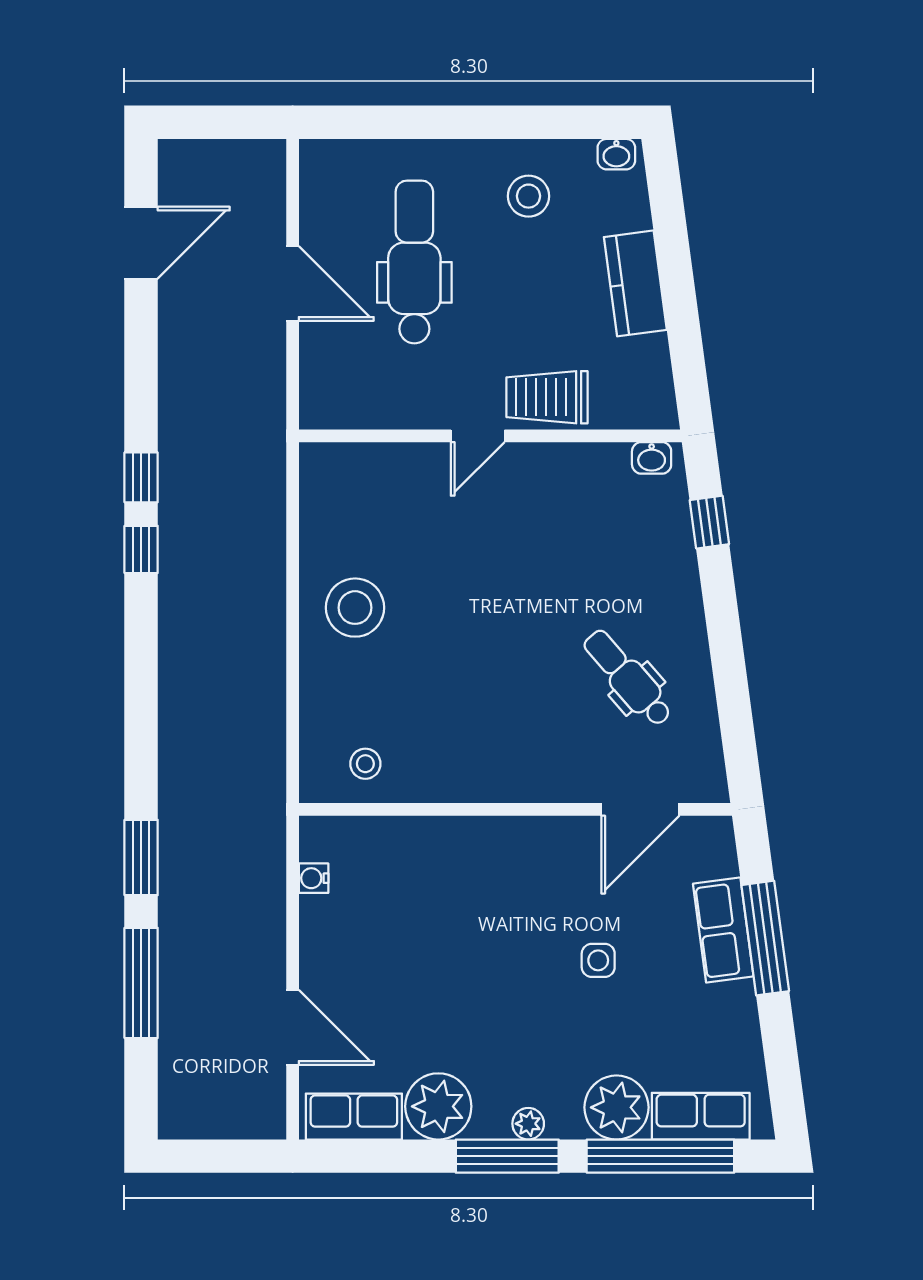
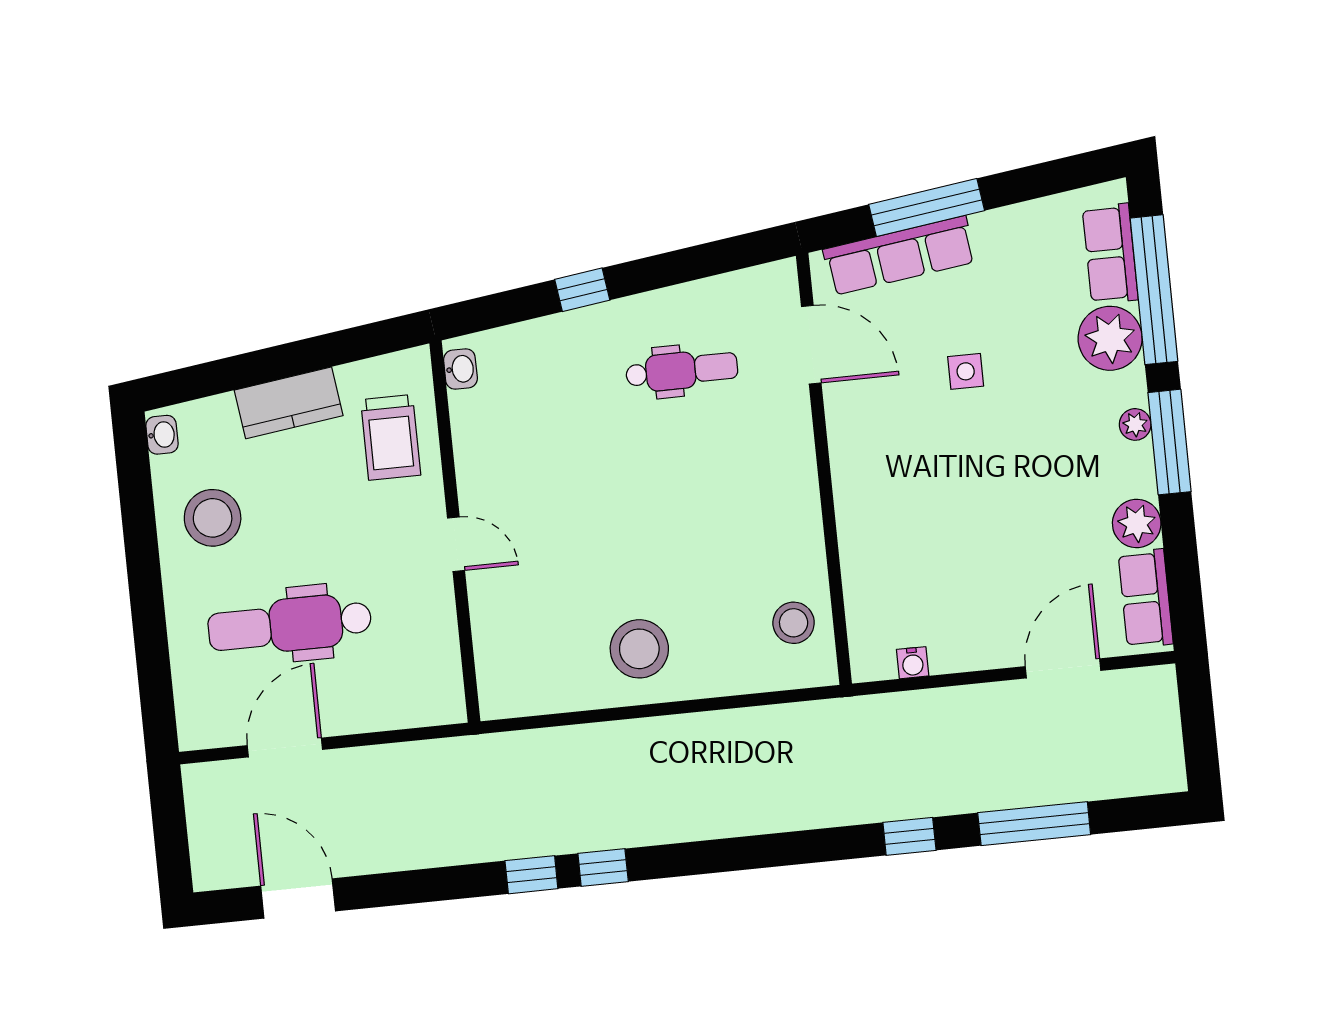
stool: (529, 196) -> (213, 518), width x1.38, depth x1.38
door: (293, 283) -> (285, 748), moved
trolley: (547, 397) -> (391, 437), moved
window: (709, 522) -> (582, 290), moved
dental chair: (628, 678) -> (682, 370), turned -139
stool: (365, 764) -> (794, 623), width x1.37, depth x1.37
window: (141, 857) -> (909, 836), width x0.67
row of seats: (723, 930) -> (900, 256), width x1.48
plant: (438, 1106) -> (1137, 523), width x0.73, depth x0.73

